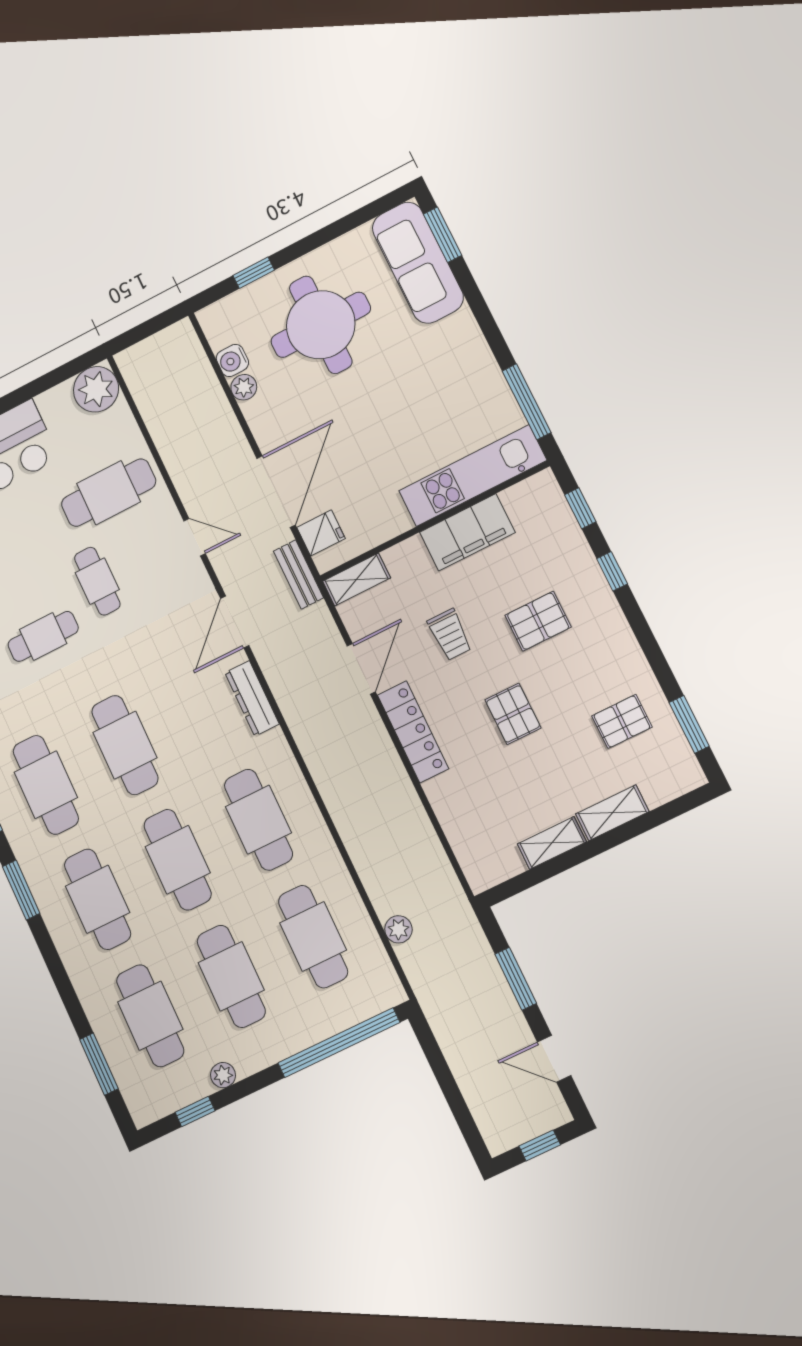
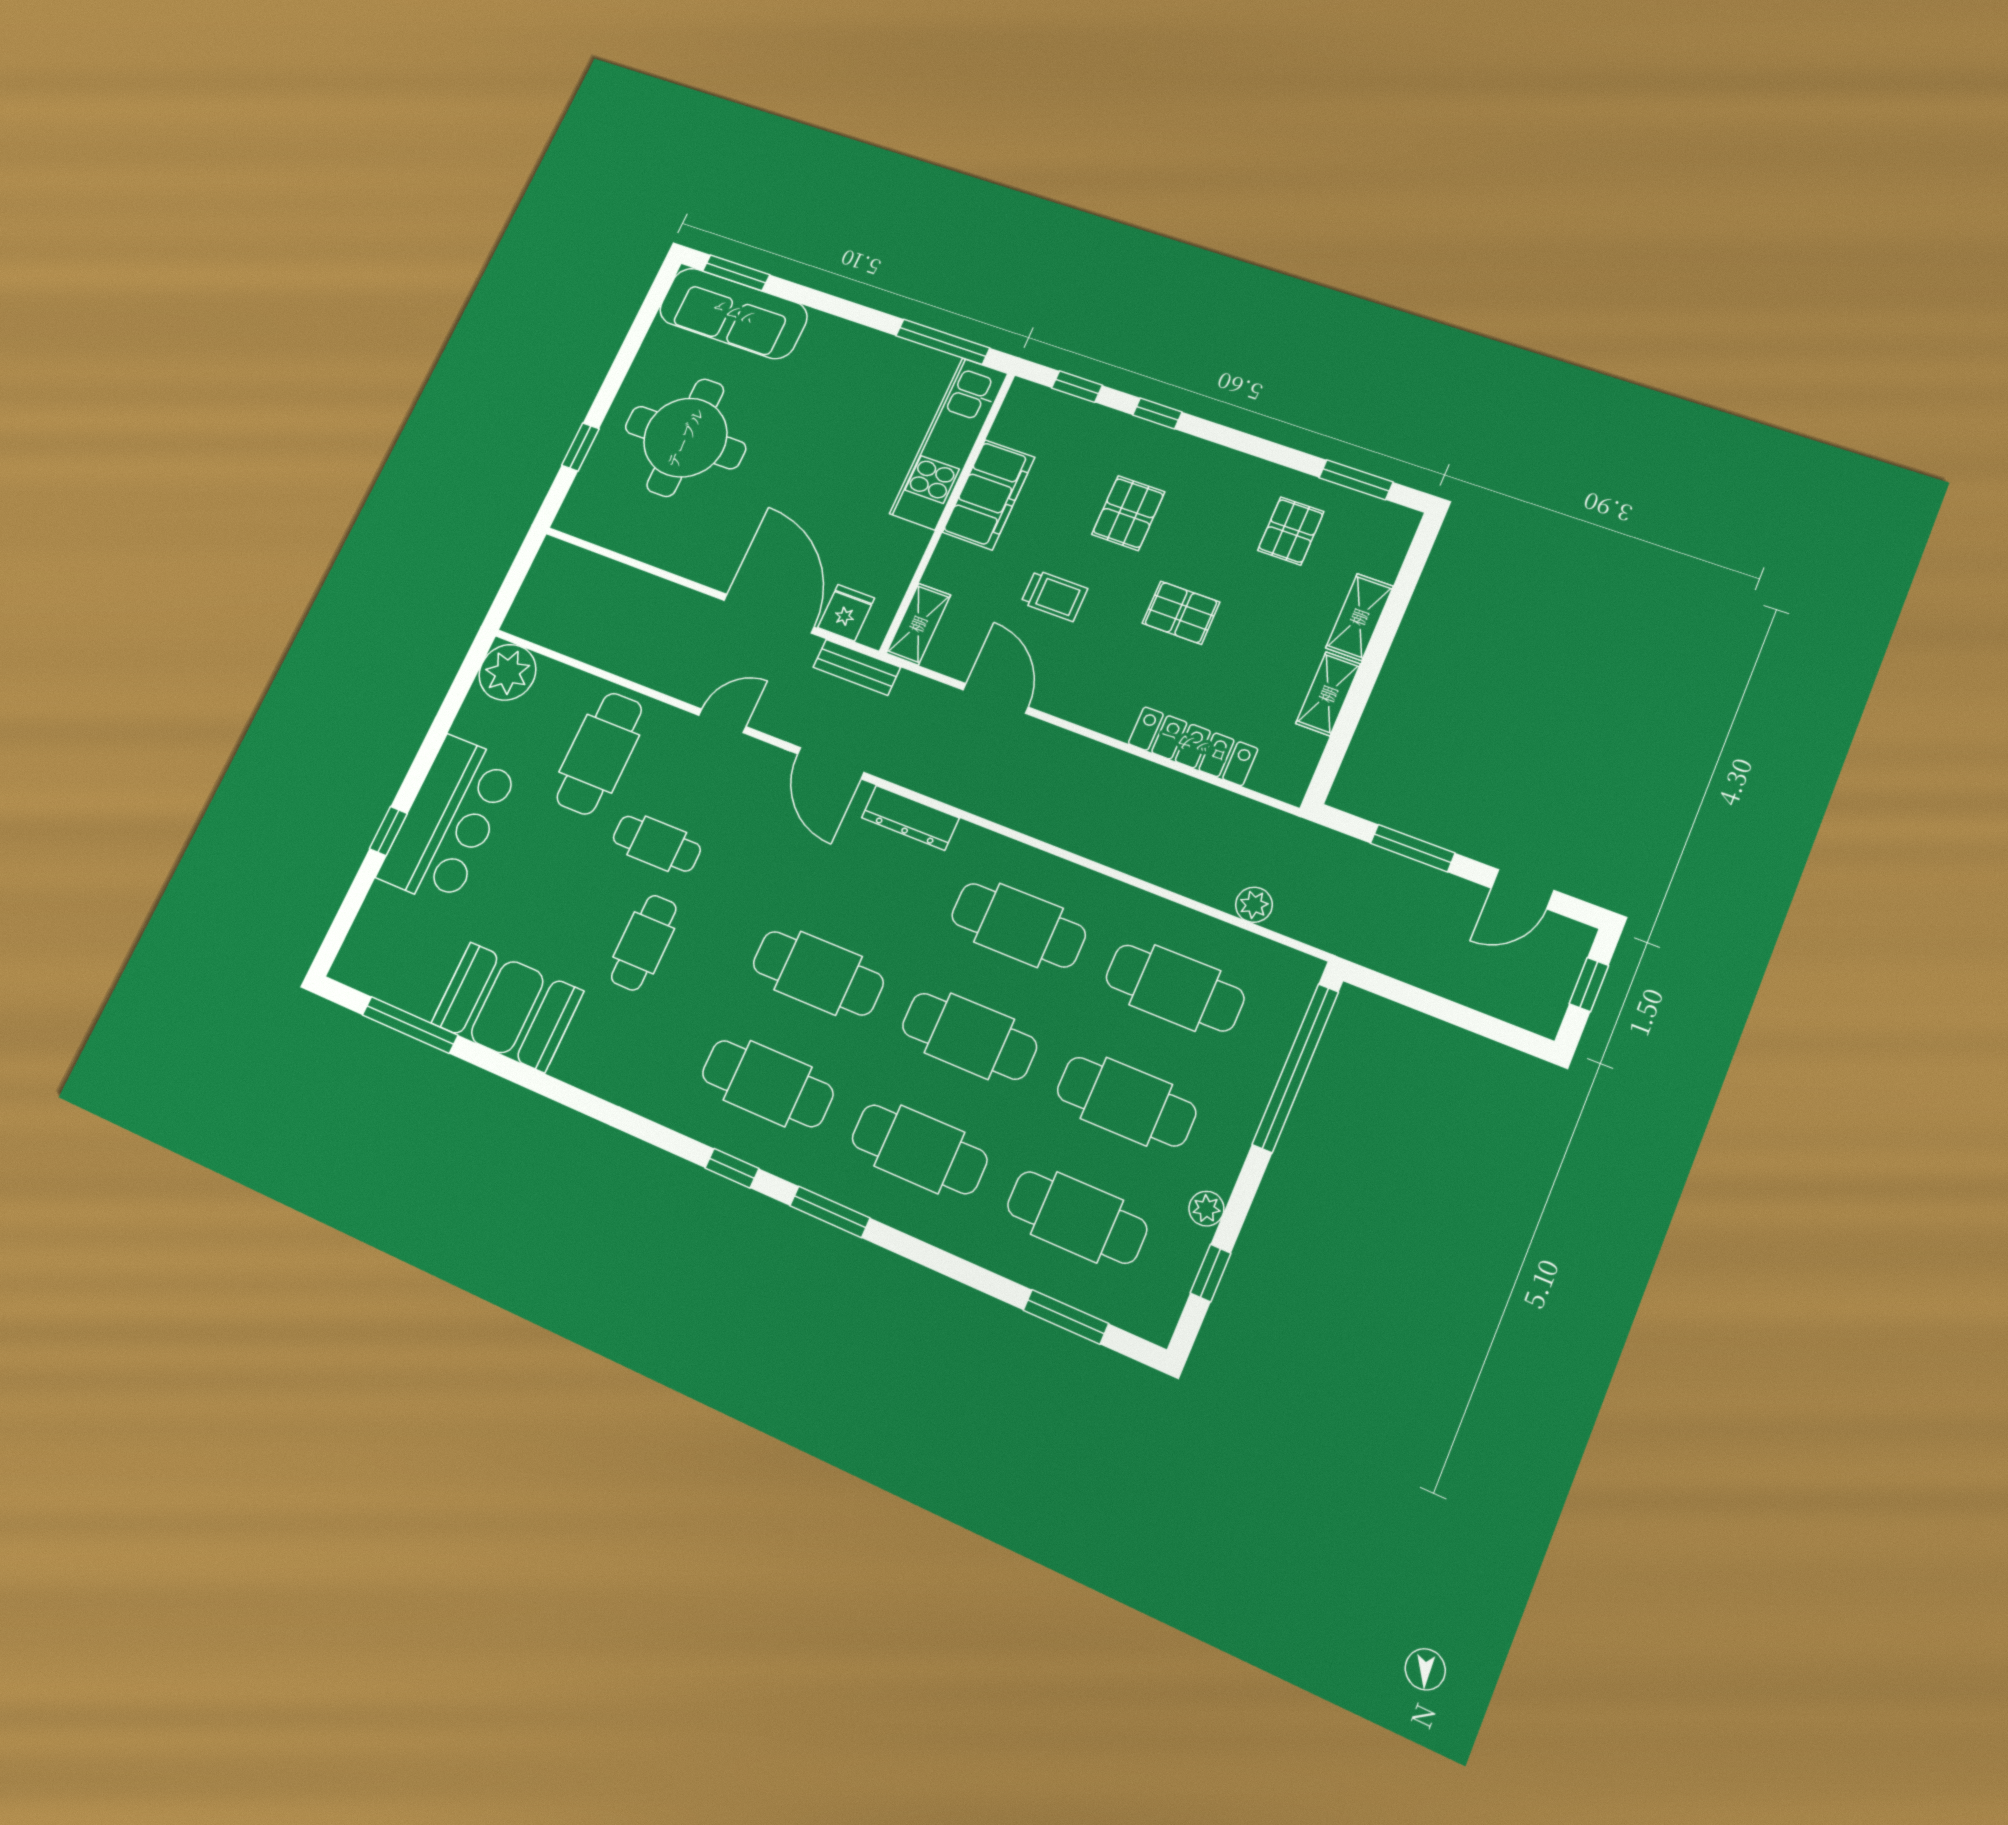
water cooler: (232, 360) -> (625, 537), removed
plant: (244, 387) -> (656, 550), removed
locker: (413, 732) -> (1193, 746), moved

